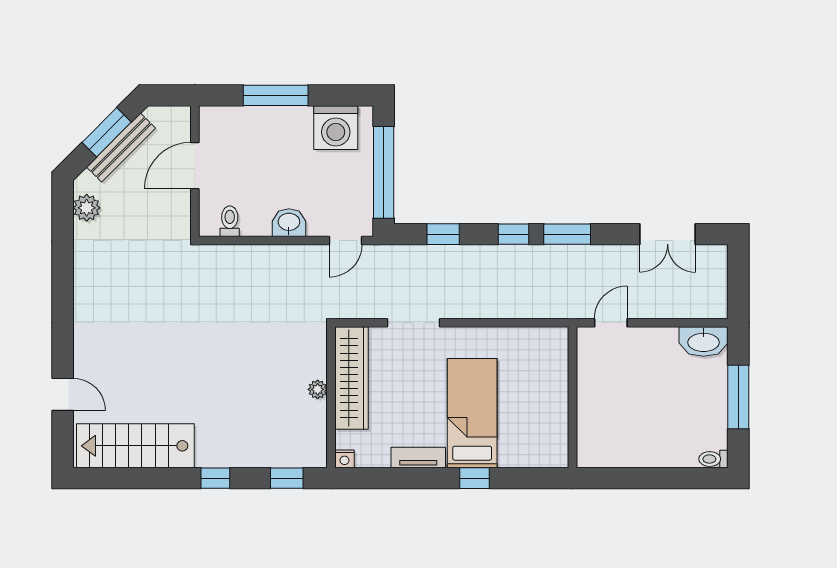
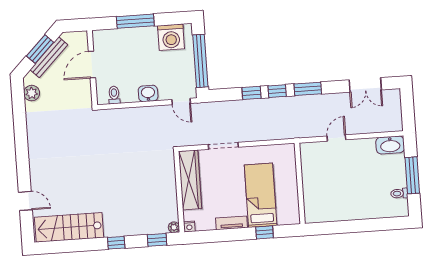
window: (443, 234) -> (252, 93), moved
door: (345, 241) -> (181, 101), hinge flipped
plant: (318, 389) -> (174, 227), moved
wall: (573, 397) -> (300, 183), moved
toilet: (713, 459) -> (399, 193), moved

